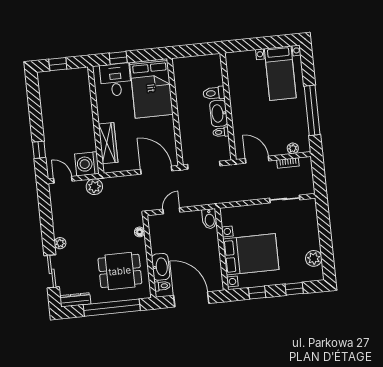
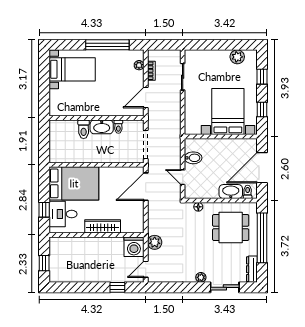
wardrobe: (108, 143) -> (103, 226), moved
bidet: (210, 219) -> (193, 158), moved
dining table: (120, 271) -> (231, 228), turned 90

